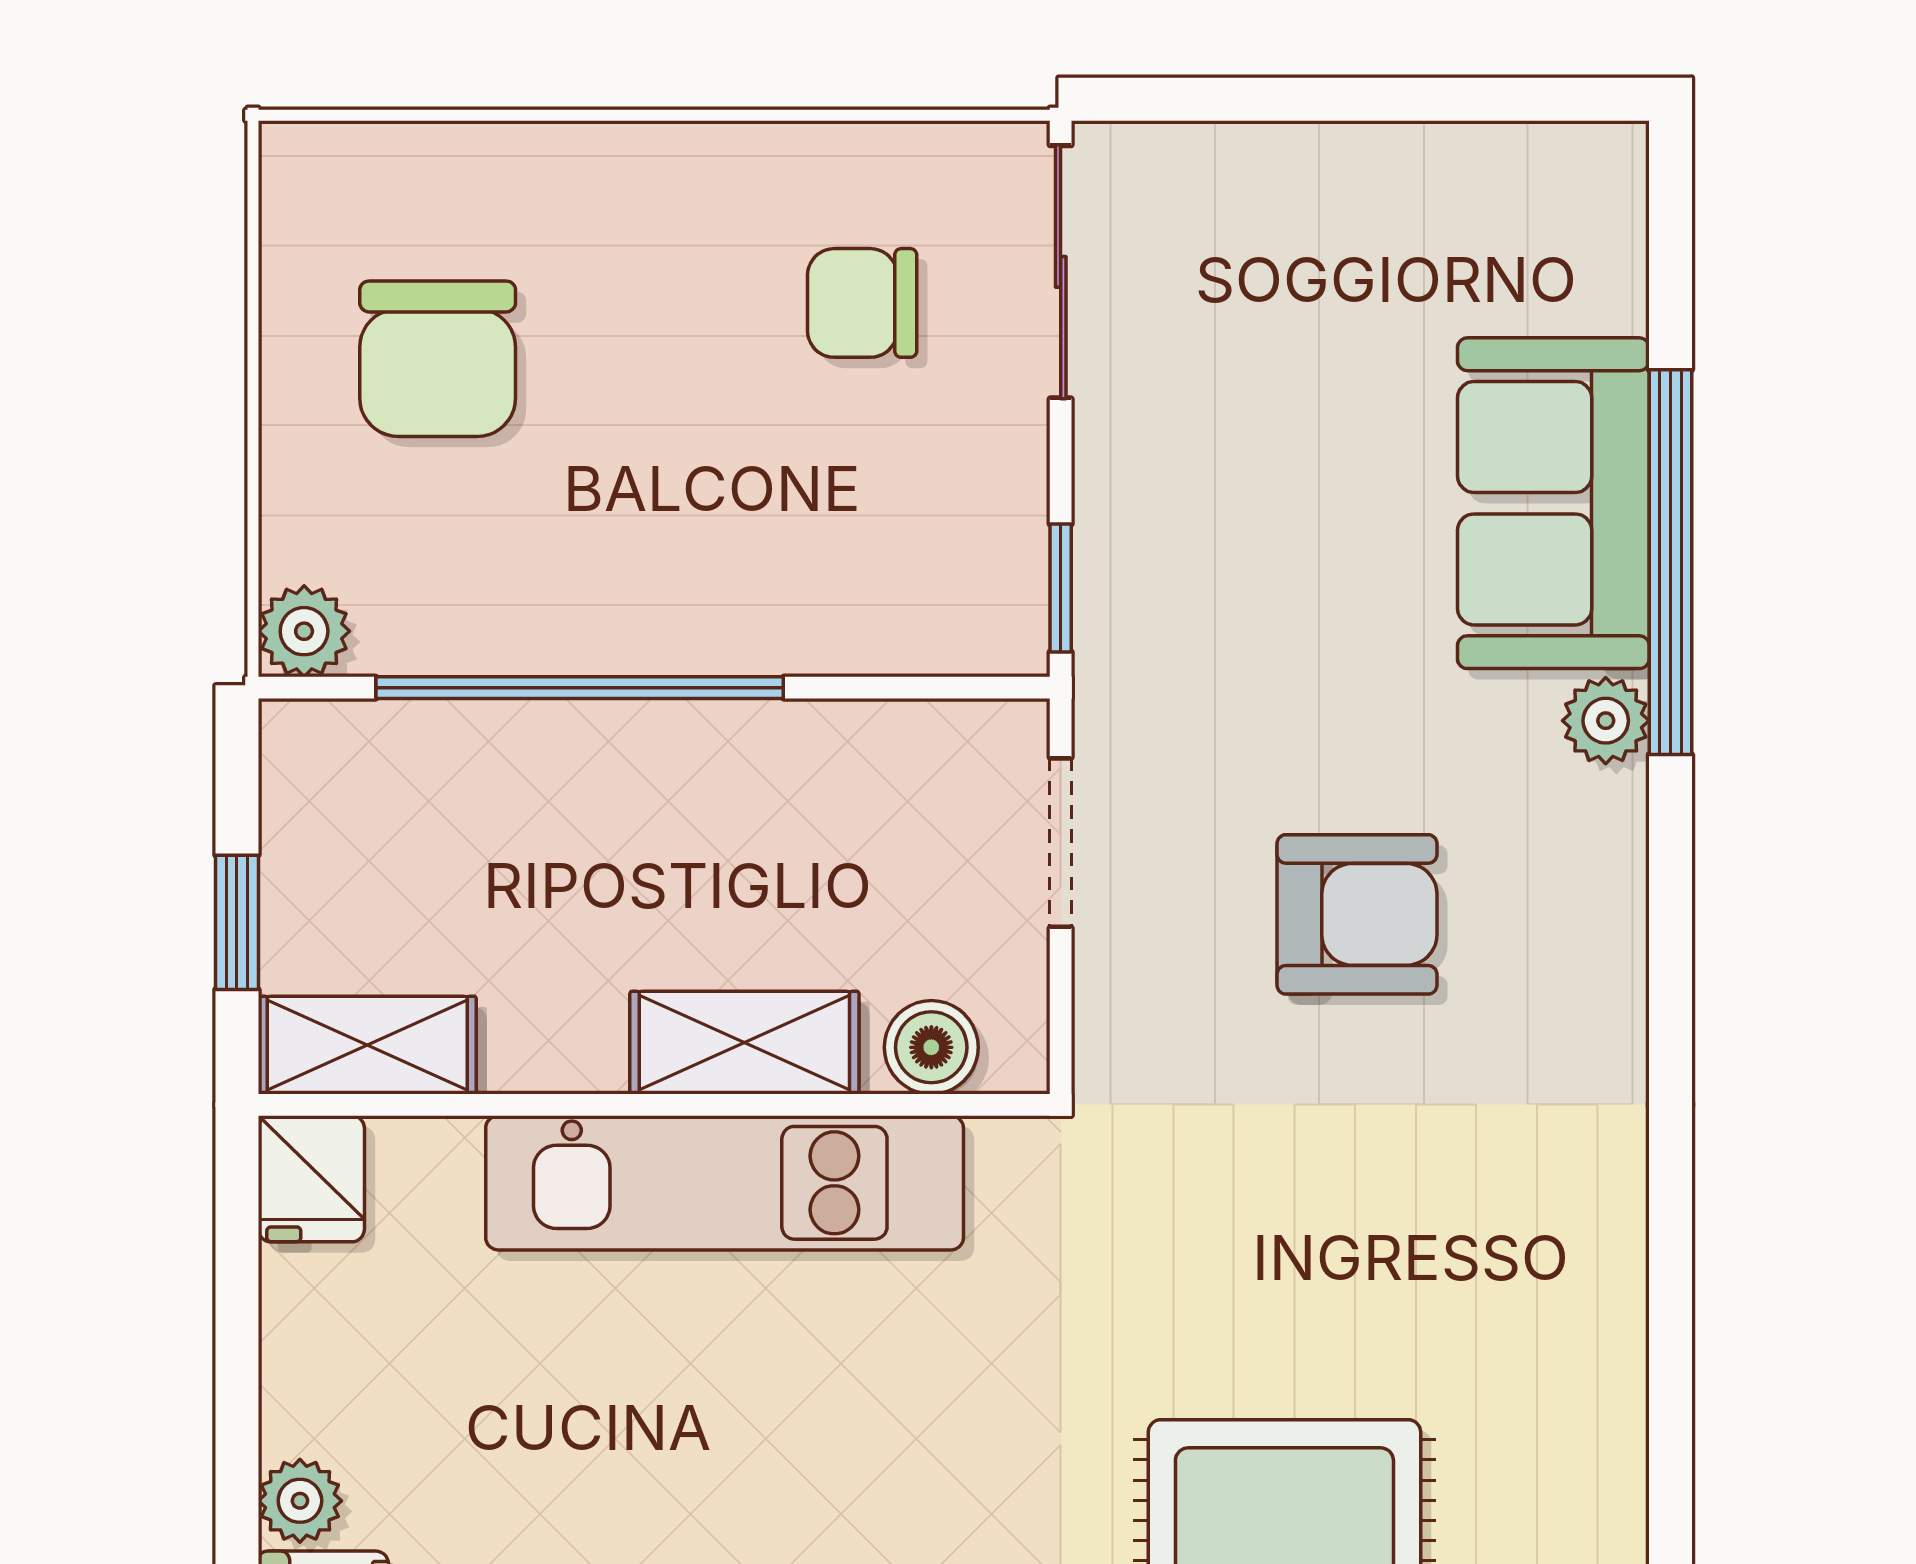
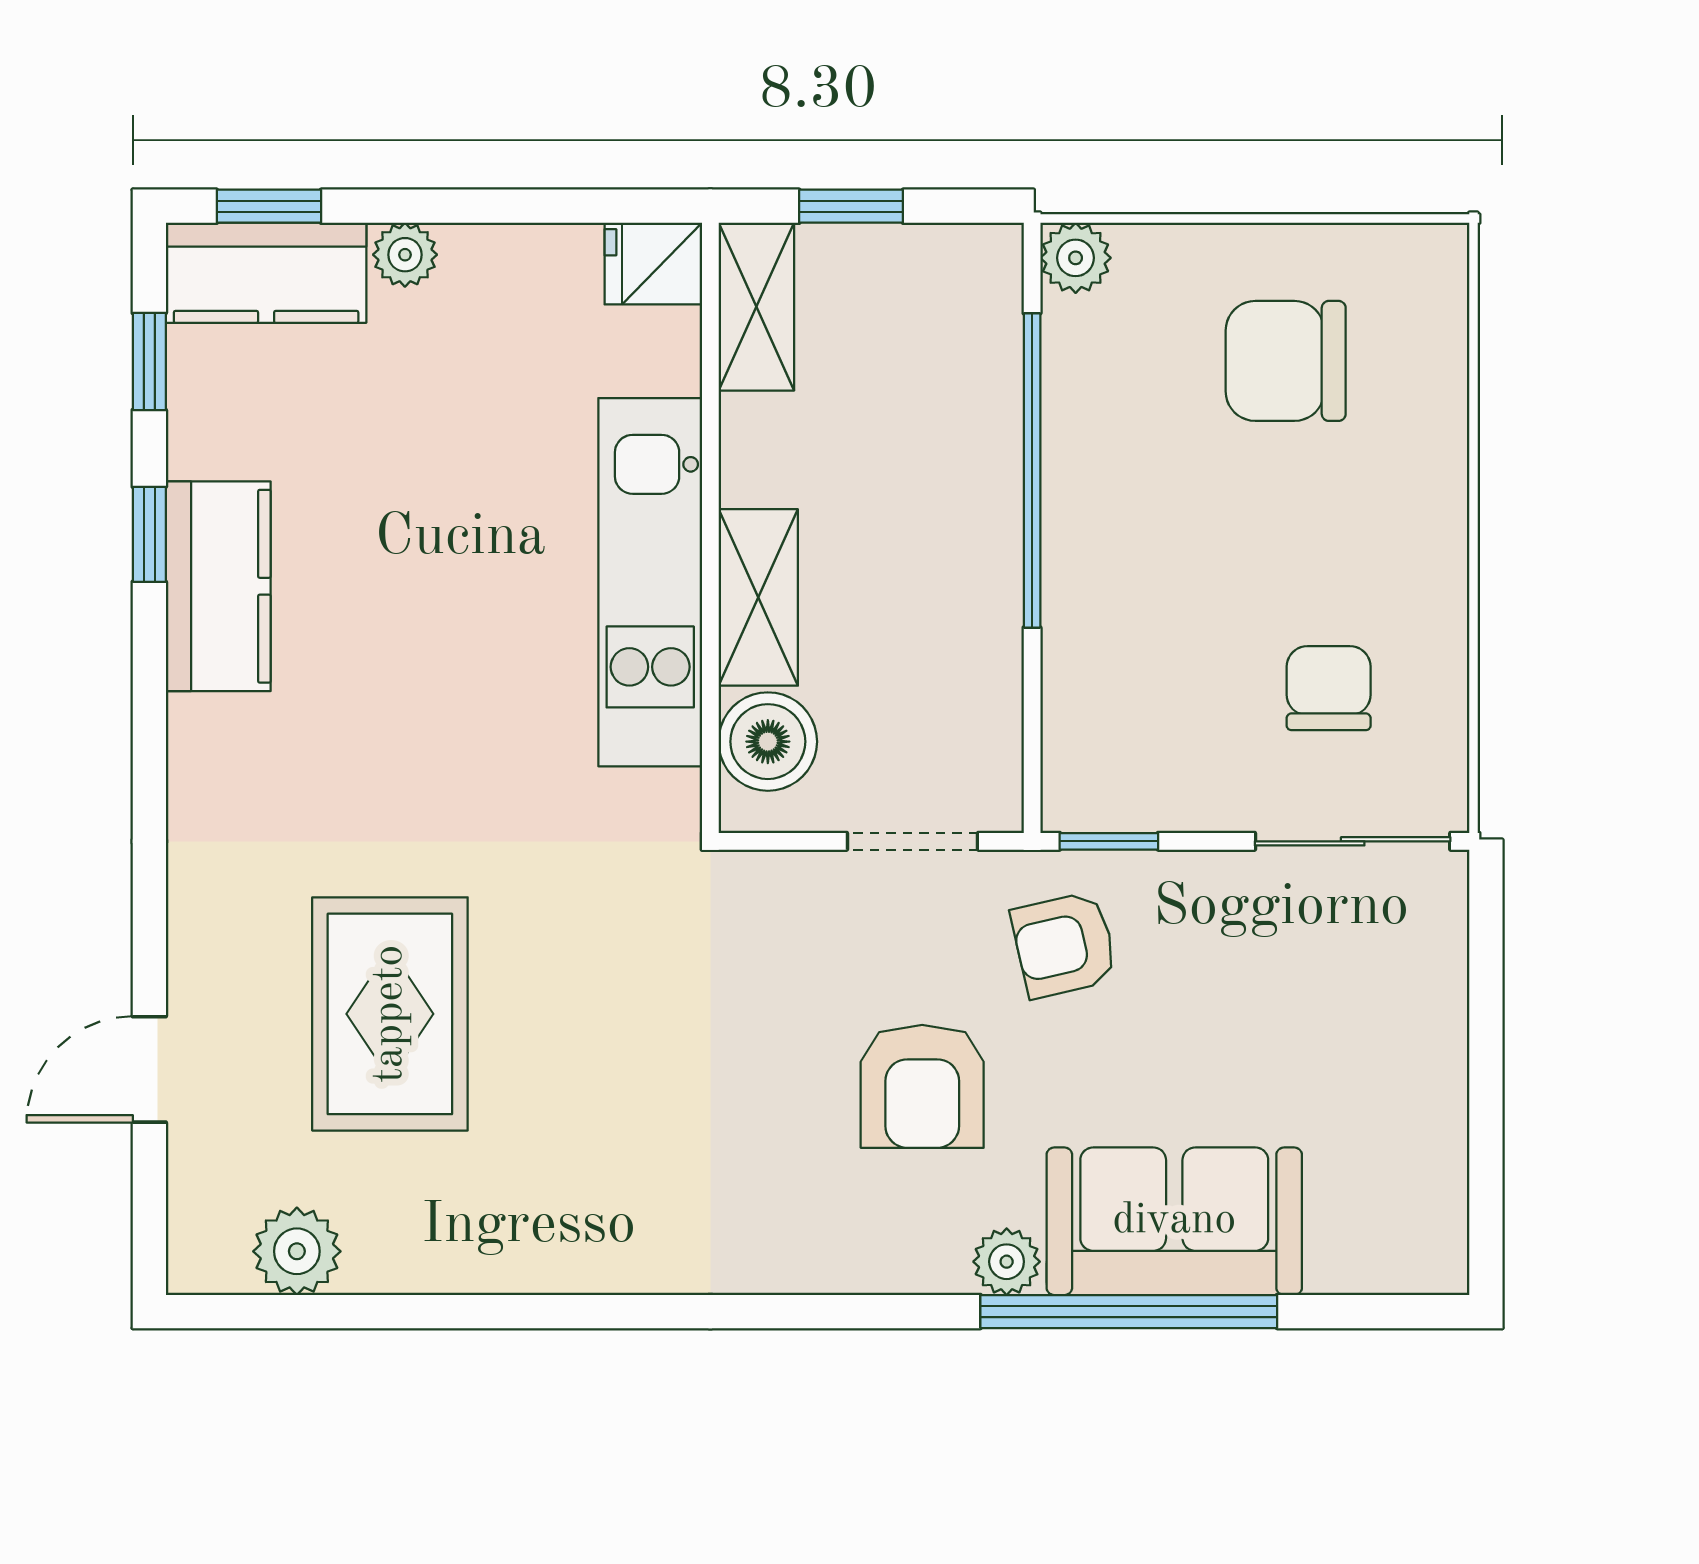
armchair: (1195, 646) -> (1064, 945), added
armchair: (1357, 914) -> (922, 1086), moved
boiler: (931, 1047) -> (768, 742), width x1.36, depth x1.36

